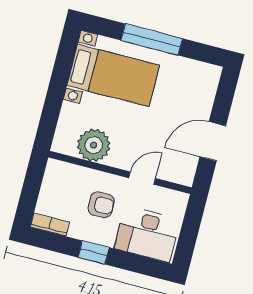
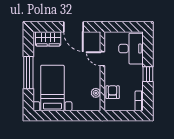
wardrobe: (203, 90) -> (48, 39), added
plant: (94, 145) -> (96, 93), width x0.53, depth x0.53
armchair: (101, 205) -> (113, 92), moved

